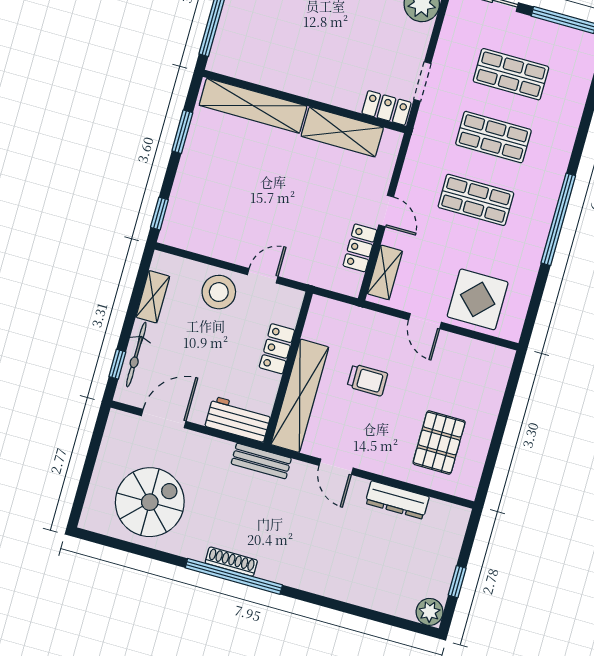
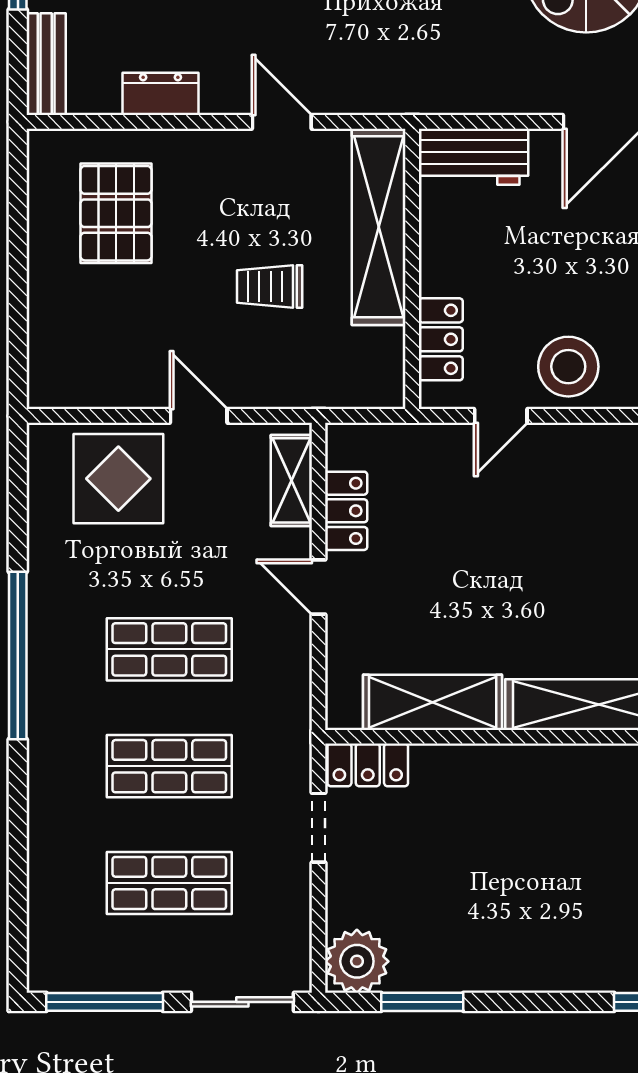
locker: (277, 349) -> (441, 339), moved
bench: (261, 461) -> (46, 64), moved, turned 90
dresser: (397, 500) -> (160, 94), width x0.70

